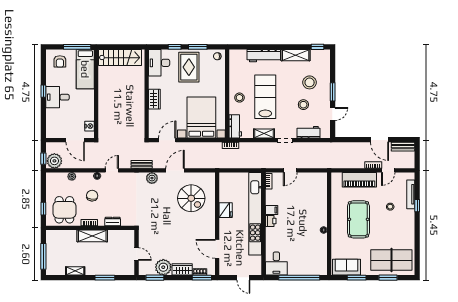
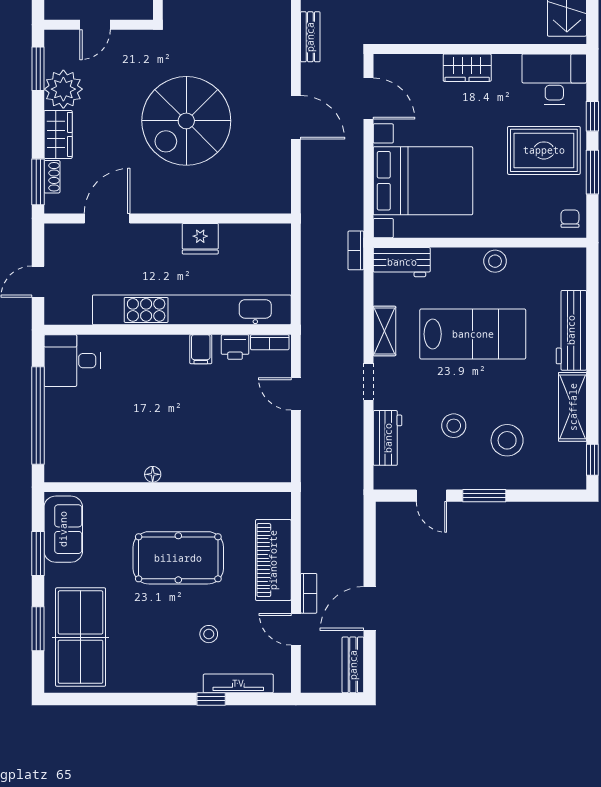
stool: (239, 98) -> (495, 261), moved
plant: (152, 178) -> (277, 62), removed
spiral stairs: (191, 198) -> (186, 121), moved, width x1.37, depth x1.37
printer: (271, 221) -> (235, 347), moved

